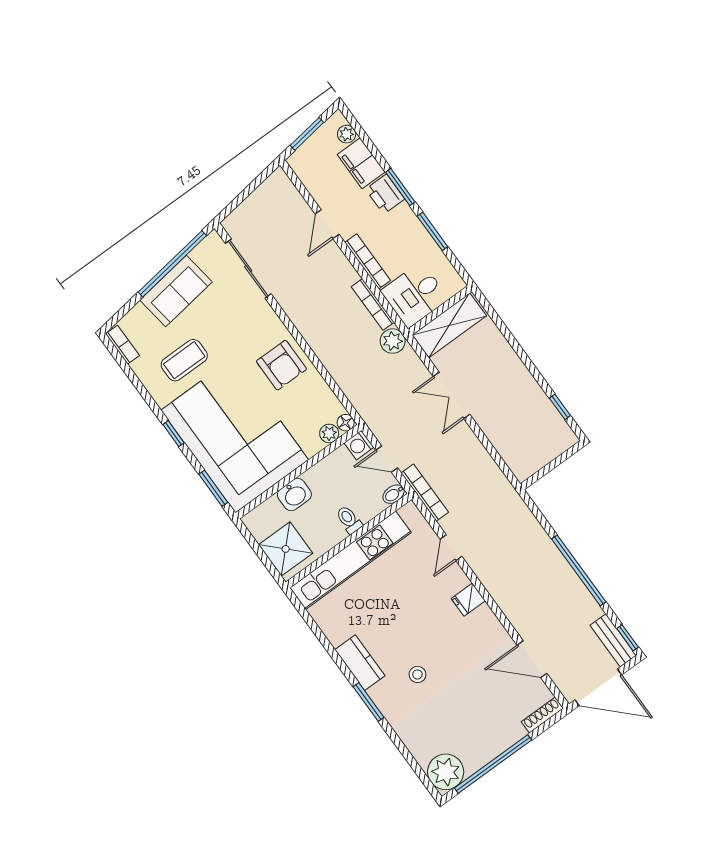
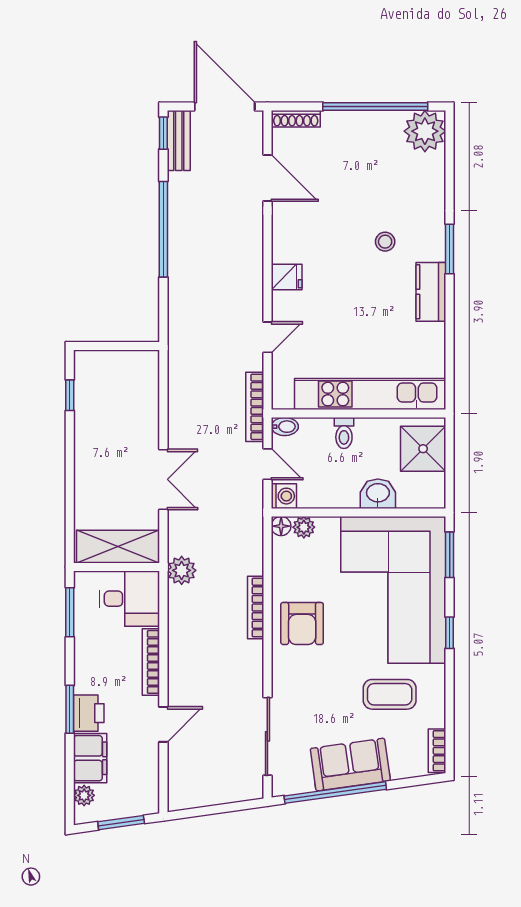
window: (432, 231) -> (70, 612), moved
bookcase: (373, 304) -> (256, 608), moved, turned 180
armchair: (281, 365) -> (302, 623), turned 180

